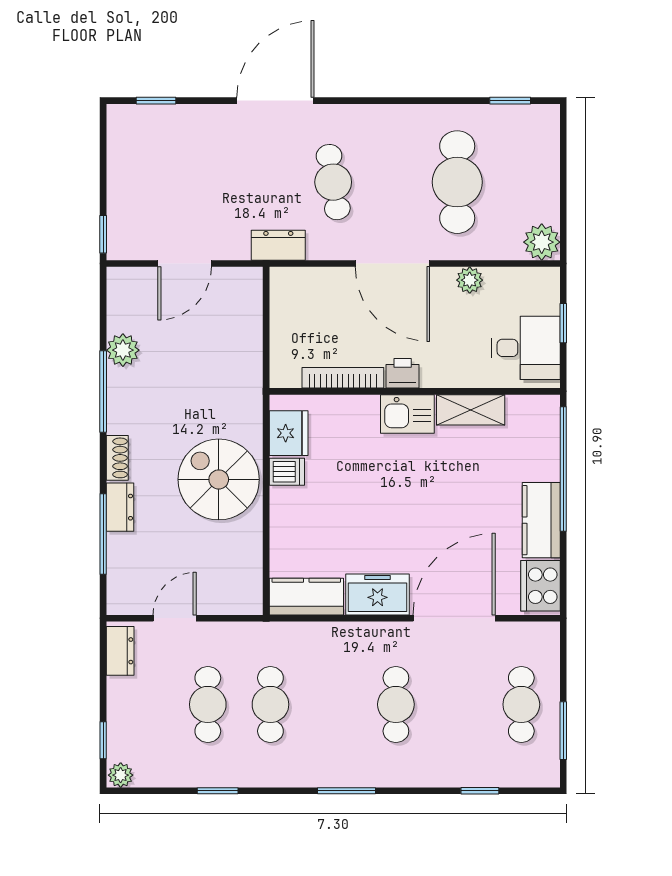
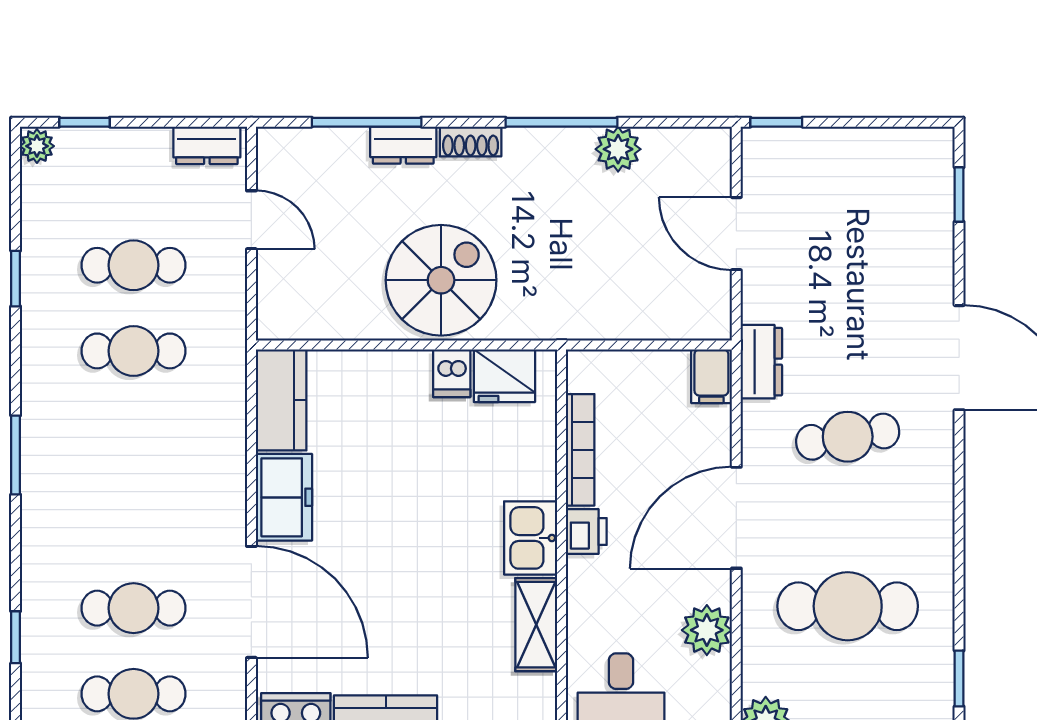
plant: (470, 280) -> (707, 630), width x1.38, depth x1.38
filing cabinet: (289, 282) -> (711, 376), added
cafe table: (396, 704) -> (134, 608), moved

